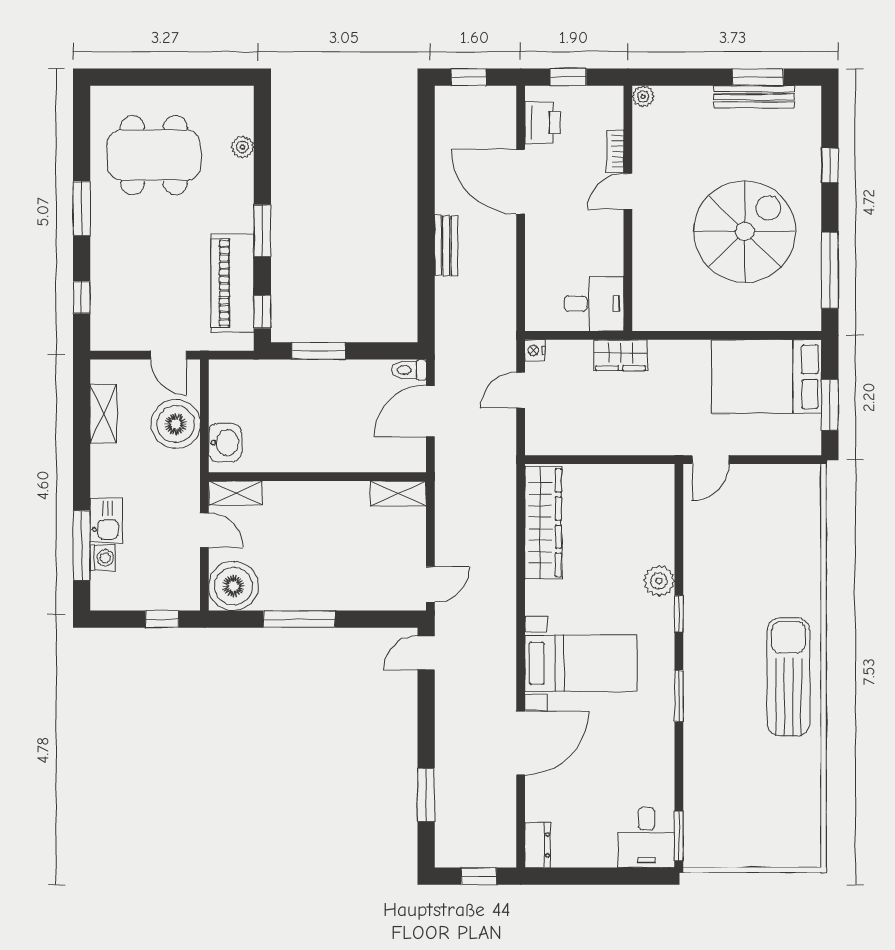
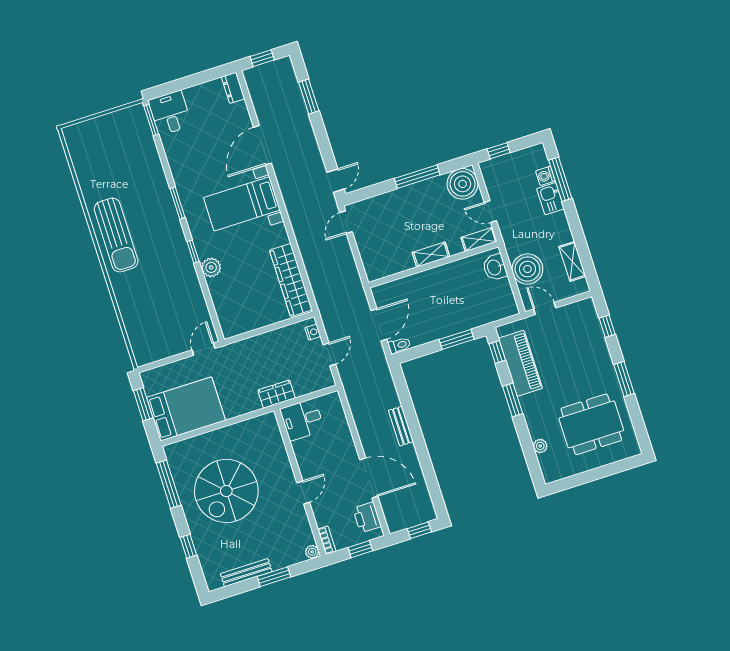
window: (758, 77) -> (274, 577), moved
bookcase: (615, 151) -> (327, 540), moved
nightstand: (535, 350) -> (313, 332), moved
shelving: (398, 493) -> (431, 254), moved

